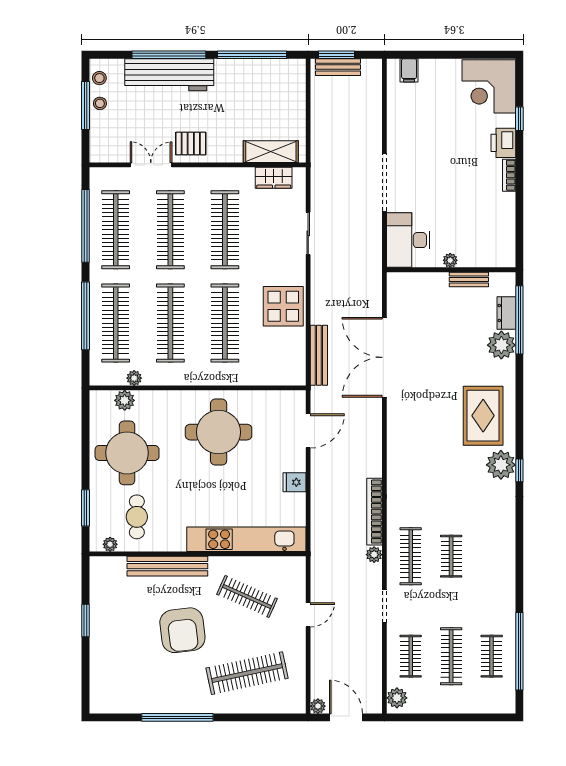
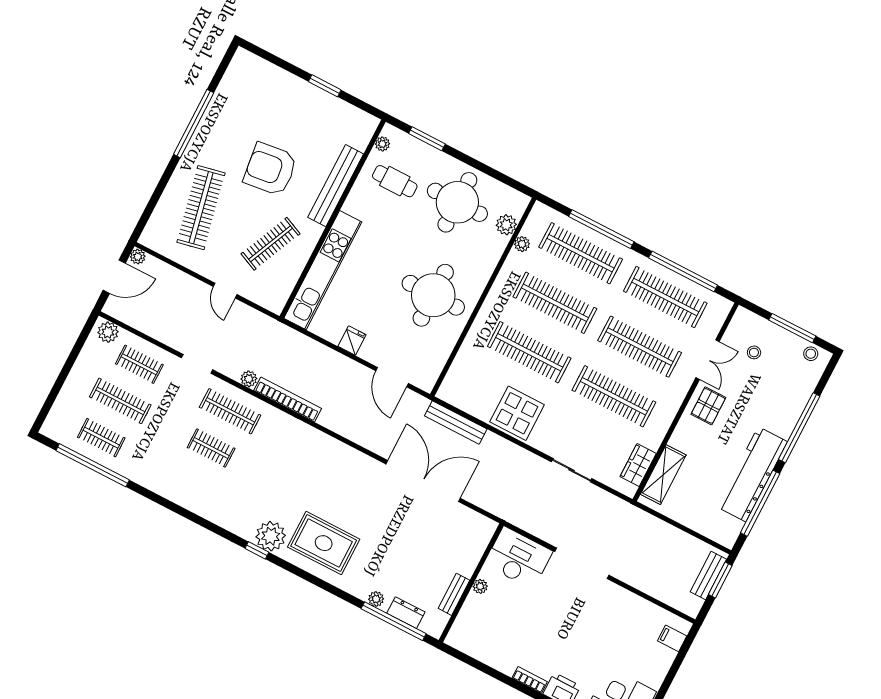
workbench: (169, 75) -> (752, 474), moved
stool: (100, 103) -> (754, 352), moved
plant: (501, 345) -> (376, 599), width x0.53, depth x0.53

